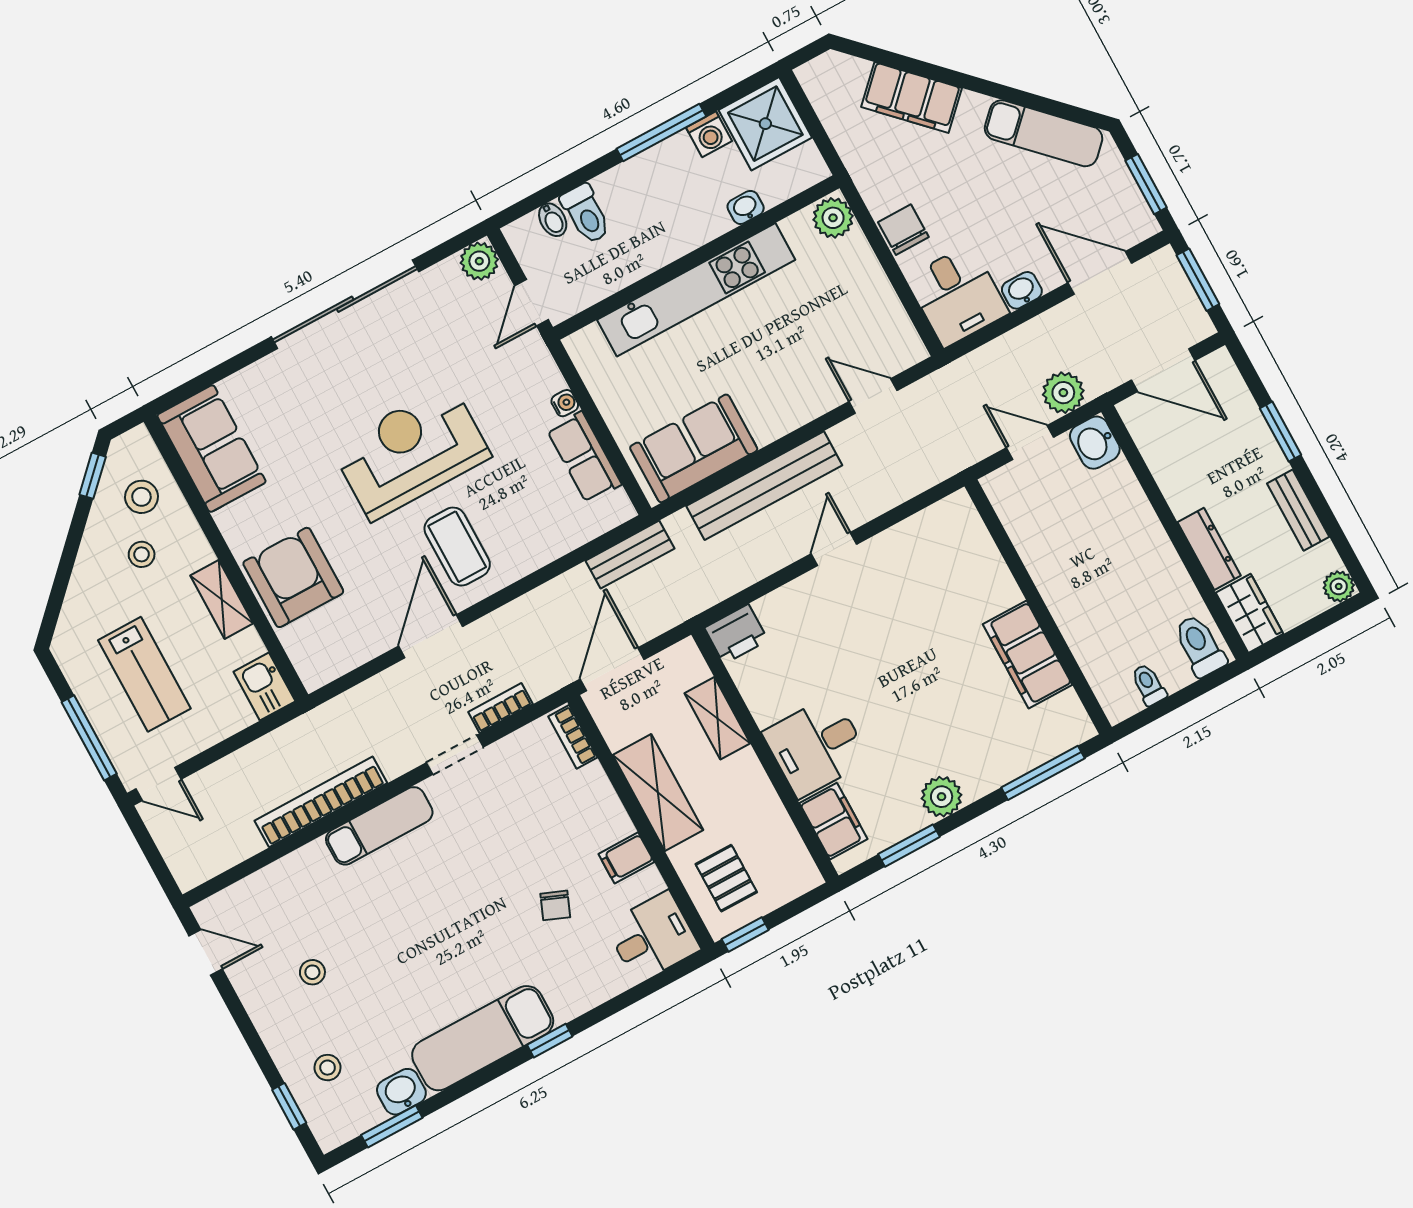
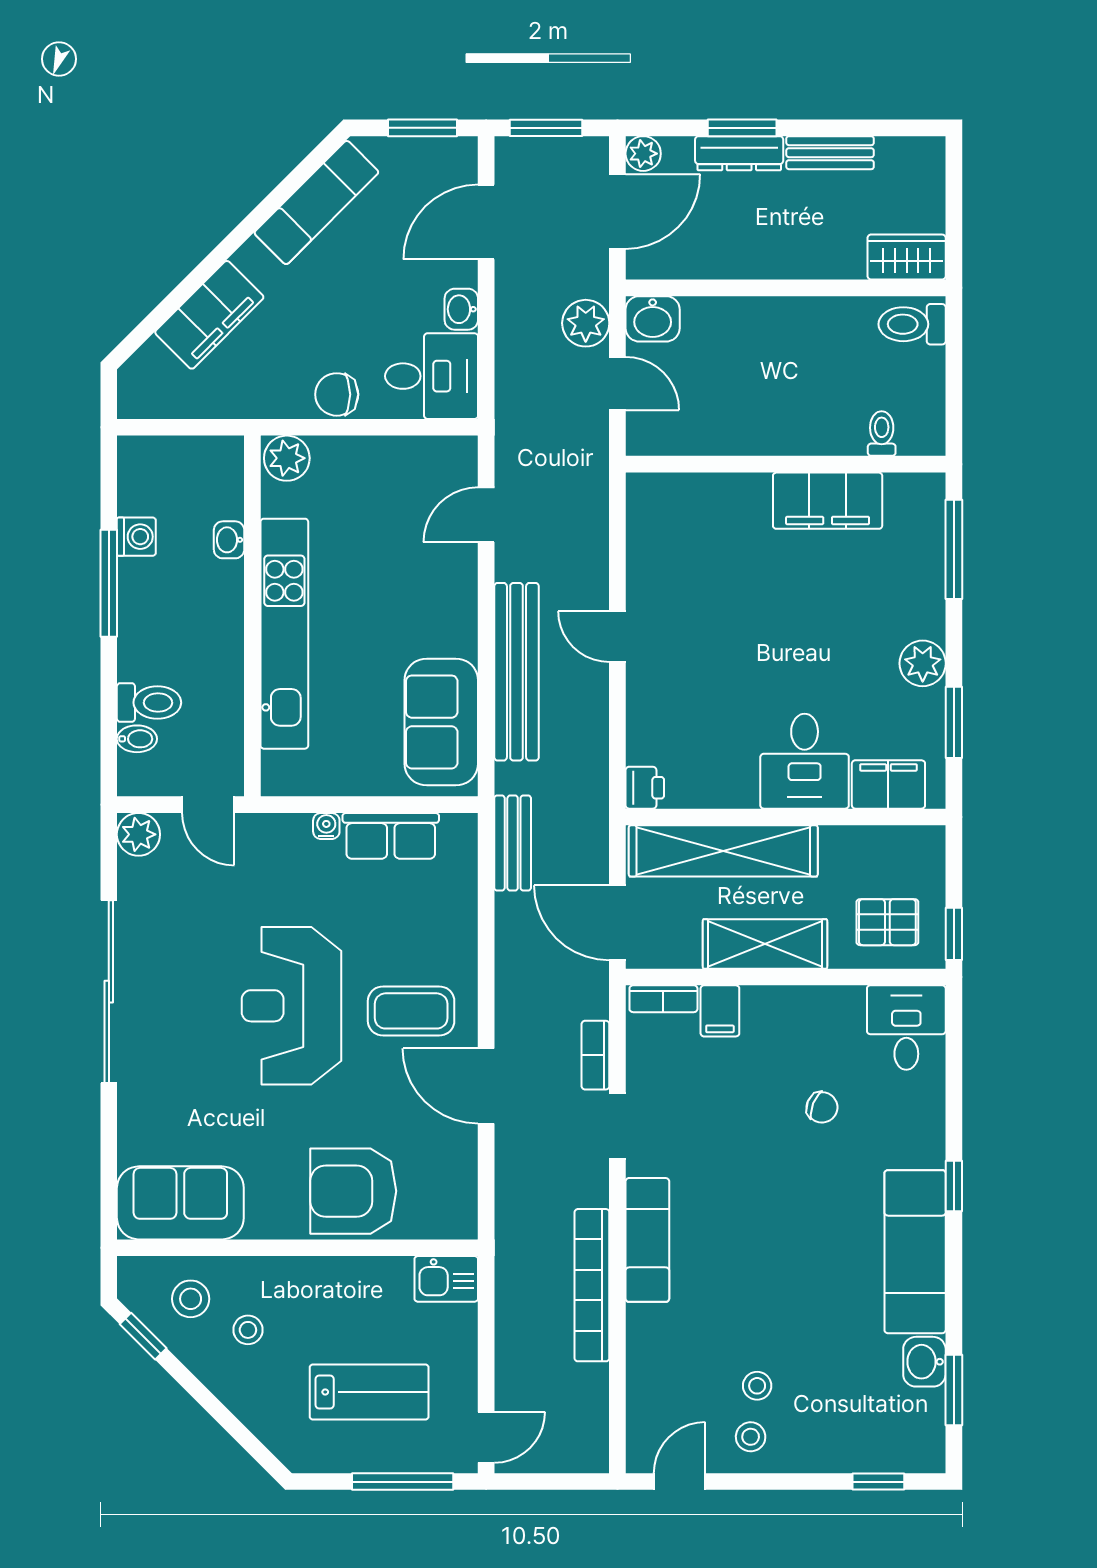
shower: (765, 124) -> (156, 475), removed
door: (1030, 443) -> (617, 383), swing flipped
dresser: (1209, 549) -> (739, 153), moved, turned 180
plant: (1339, 586) -> (643, 154), moved
shelving: (222, 599) -> (336, 1274), removed
printer: (736, 634) -> (645, 788), width x0.73, depth x0.81
toilet: (1149, 685) -> (882, 434), moved, turned 90
shelving: (717, 718) -> (723, 851), width x2.20, depth x1.33
filing cabinet: (626, 858) -> (720, 1011), moved
stool: (328, 1068) -> (751, 1437), moved

